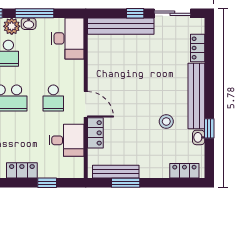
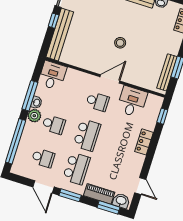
desk: (68, 38) -> (52, 76), width x0.73
stool: (166, 121) -> (120, 43), moved
locker: (95, 133) -> (133, 78), removed
window: (47, 183) -> (162, 116), moved

